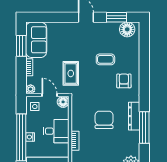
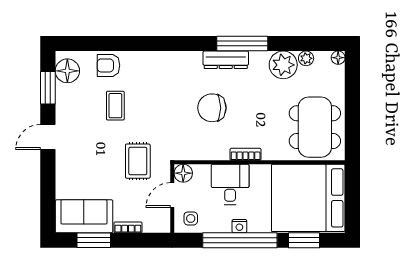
rug: (71, 73) -> (138, 161), turned 90
armchair: (124, 81) -> (108, 65), moved
plant: (31, 89) -> (163, 225), removed
dresser: (134, 116) -> (226, 60), moved
window: (144, 128) -> (242, 43), moved

